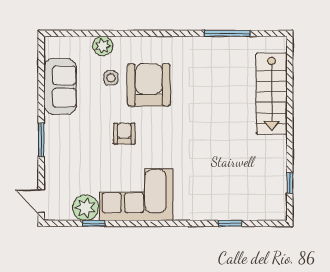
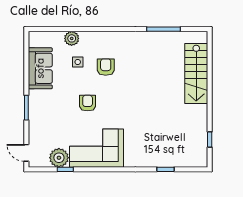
armchair: (149, 85) -> (106, 67), width x0.53, depth x0.53

